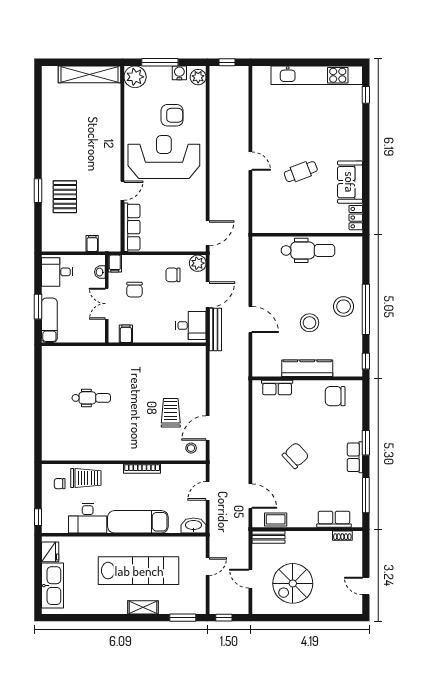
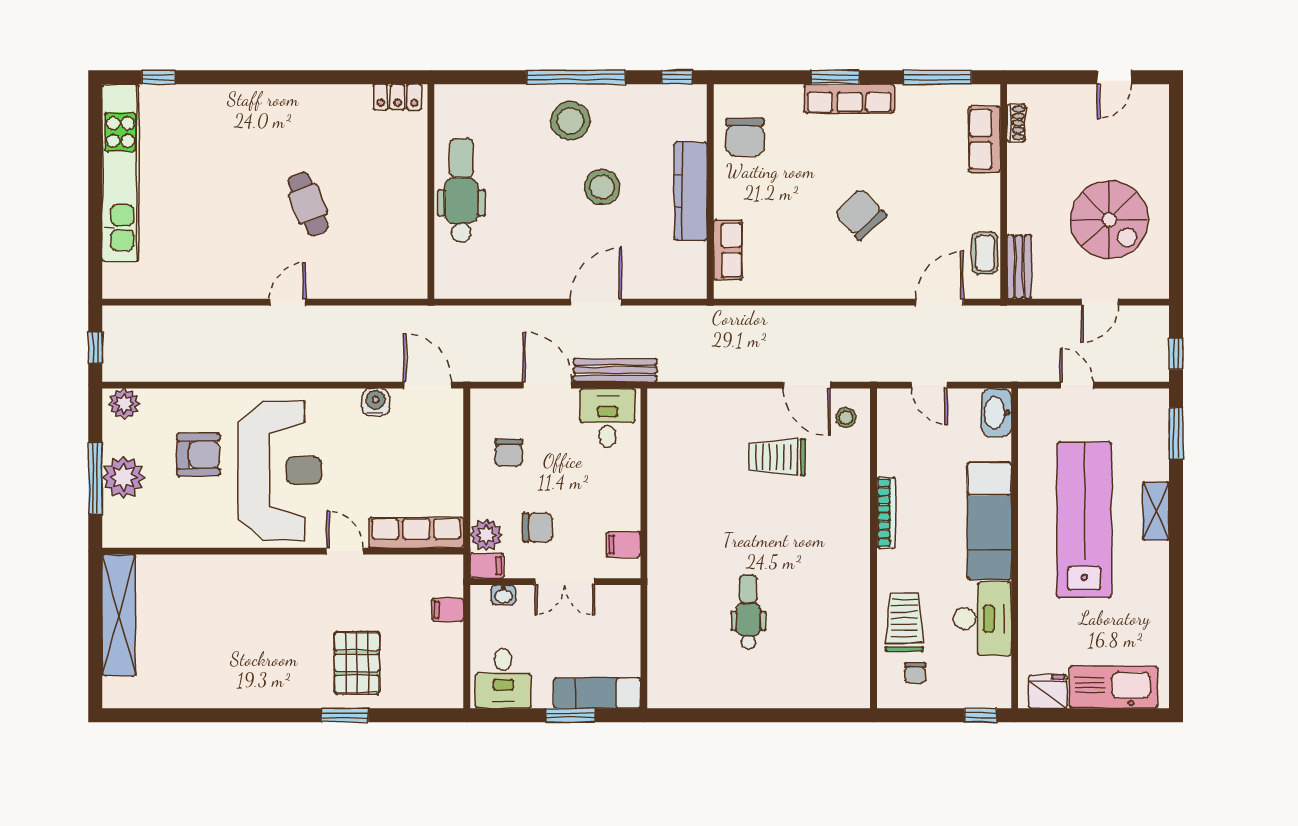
water cooler: (179, 73) -> (376, 402), moved, turned 90
plant: (135, 77) -> (123, 477), moved
armchair: (172, 115) -> (198, 455), turned 90
reception desk: (164, 157) -> (280, 470), turned 180
sofa: (350, 182) -> (328, 108), removed
pallet: (65, 197) -> (357, 663), turned 90
plant: (198, 263) -> (486, 535), moved
row of seats: (355, 457) -> (849, 99), width x1.48

